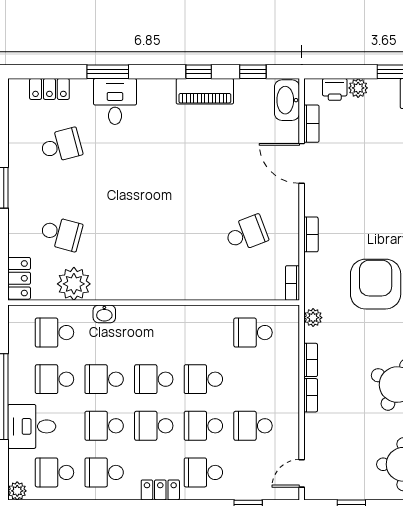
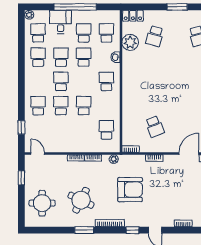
school desk: (154, 379) -> (106, 81), moved
school desk: (253, 426) -> (61, 130), removed
locker: (160, 490) -> (30, 85), removed

